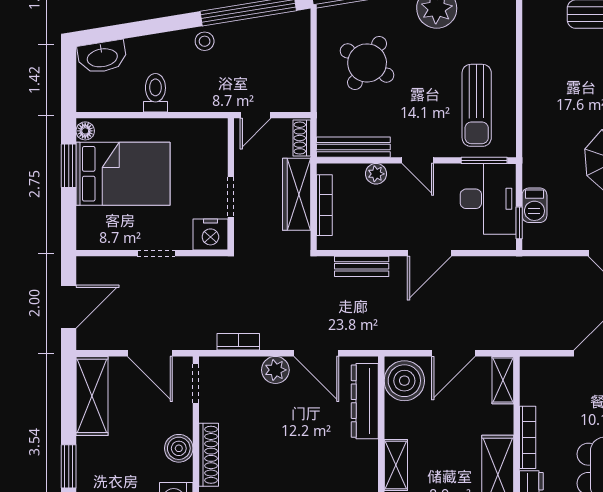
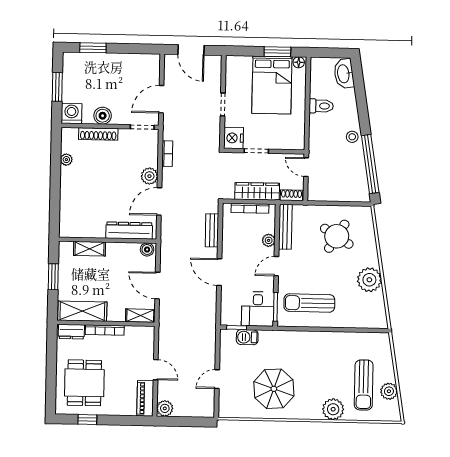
desk: (488, 199) -> (258, 309), width x0.73
boiler: (404, 381) -> (147, 249), width x0.54, depth x0.54
shelving: (92, 396) -> (136, 63), removed

